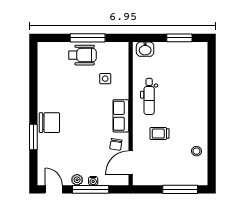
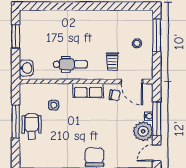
trolley: (160, 134) -> (112, 62), moved
stool: (196, 151) -> (137, 43), moved
plant: (77, 180) -> (143, 131), width x1.88, depth x1.88

